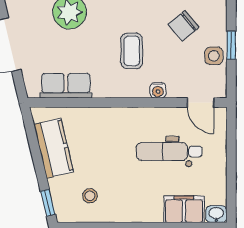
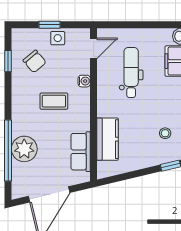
kitchen counter: (54, 148) -> (108, 139), moved, turned 103
dental chair: (169, 151) -> (131, 72), turned 180

